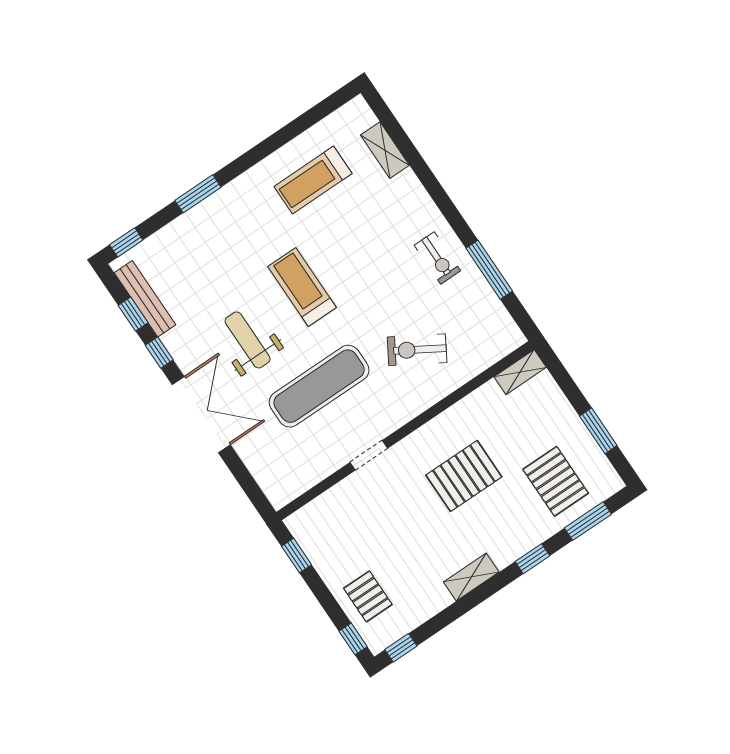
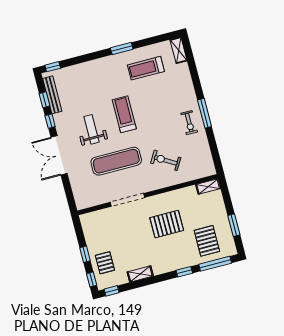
shelving: (385, 150) -> (179, 50), moved
window: (198, 194) -> (122, 49), moved
window: (489, 270) -> (205, 113), moved
double door: (201, 415) -> (59, 155), swing flipped
doorway: (369, 455) -> (128, 200), width x1.88
window: (588, 521) -> (215, 264), width x1.44
window: (297, 555) -> (85, 254), moved
shelving: (471, 577) -> (140, 274), moved

